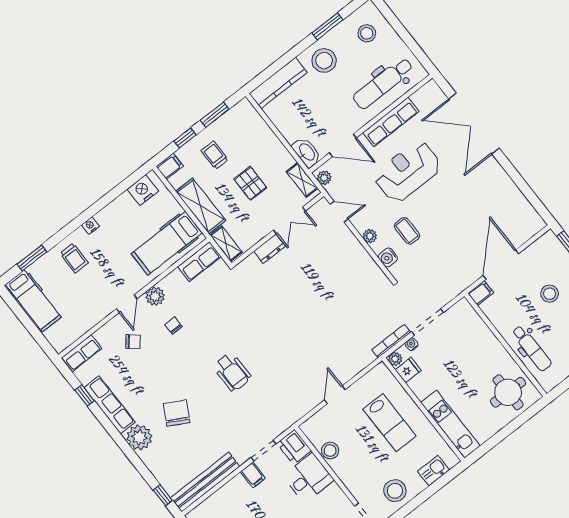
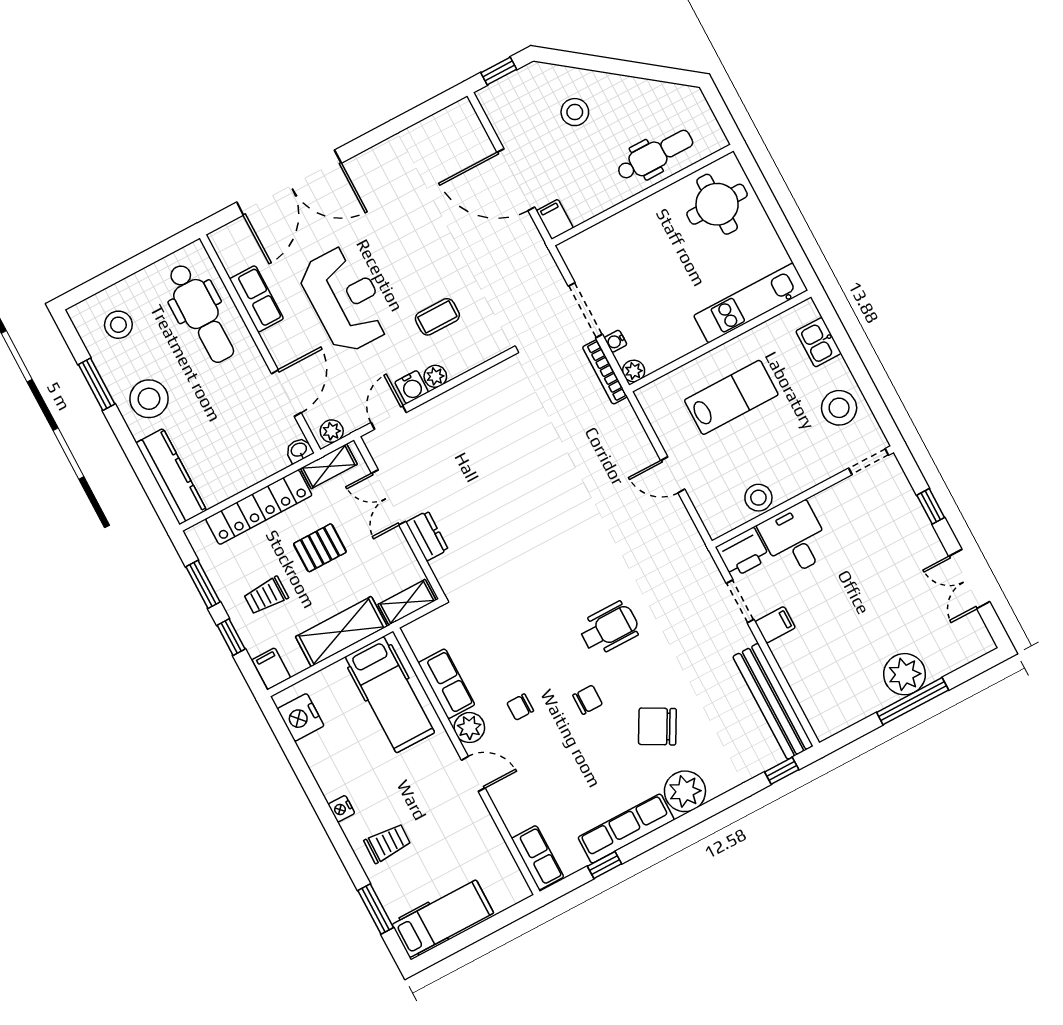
row of seats: (391, 122) -> (256, 299), width x0.68
locker: (269, 141) -> (259, 507), added
washbasin: (307, 152) -> (299, 450), width x0.52, depth x0.69
reception desk: (408, 171) -> (345, 299), turned 180
double door: (289, 220) -> (389, 497), swing flipped
water cooler: (388, 257) -> (412, 387), moved
row of seats: (199, 262) -> (446, 684), moved
chair: (133, 342) -> (588, 700), moved, turned 50
fridge: (408, 370) -> (655, 354), removed

